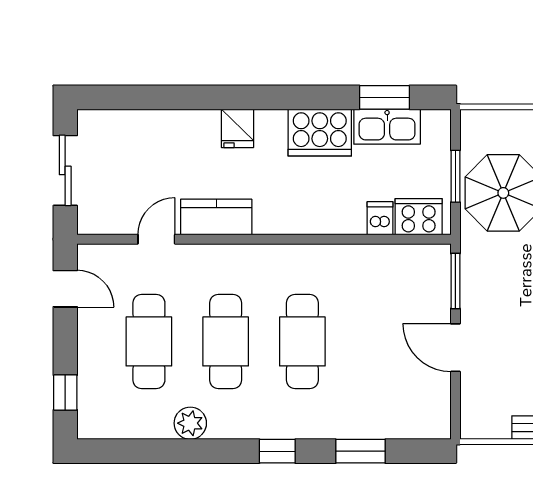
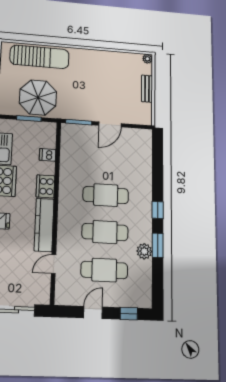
kitchen counter: (216, 217) -> (44, 225), width x1.50
cooker: (419, 217) -> (45, 186), moved
door: (156, 239) -> (54, 264), hinge flipped
door: (65, 289) -> (93, 312), moved
window: (361, 451) -> (158, 245), moved

